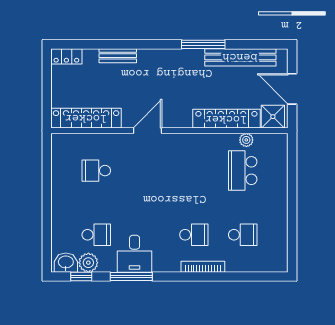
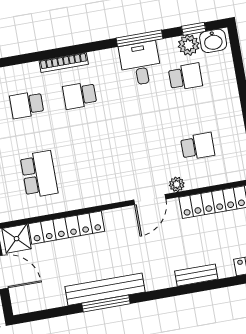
bench: (240, 57) -> (105, 289), moved
plant: (246, 140) -> (177, 184), moved
school desk: (96, 235) -> (185, 77), turned 180

